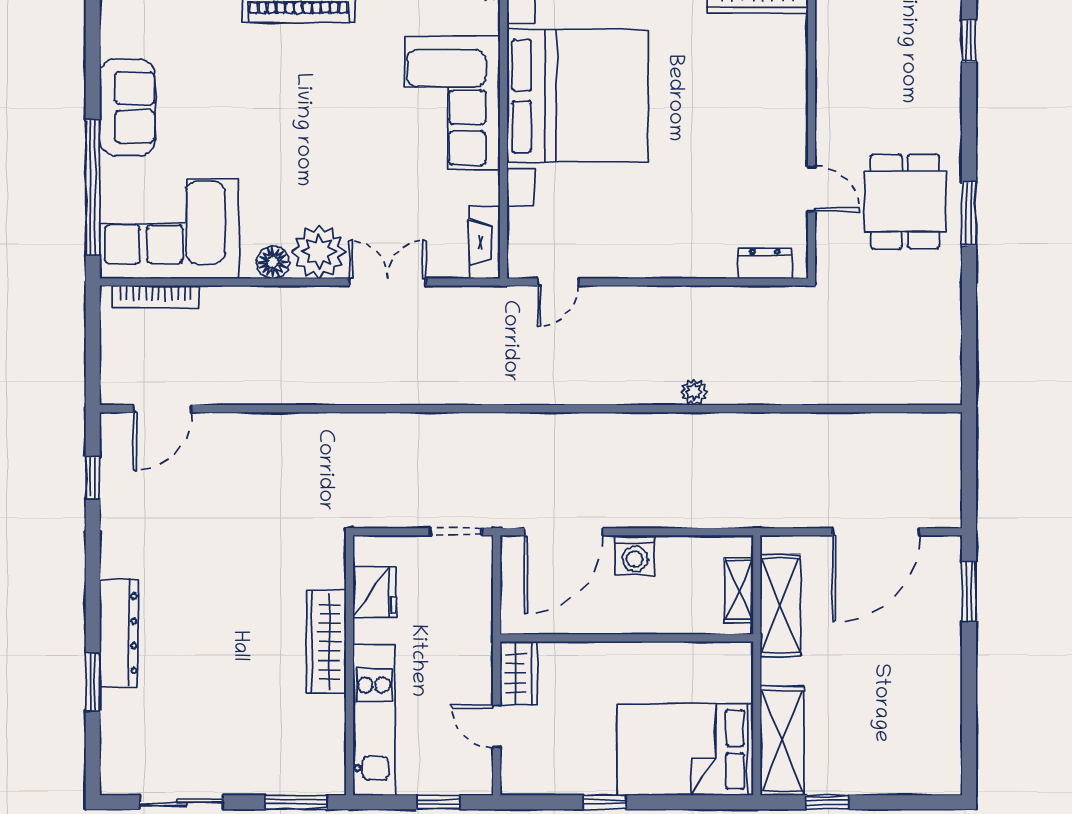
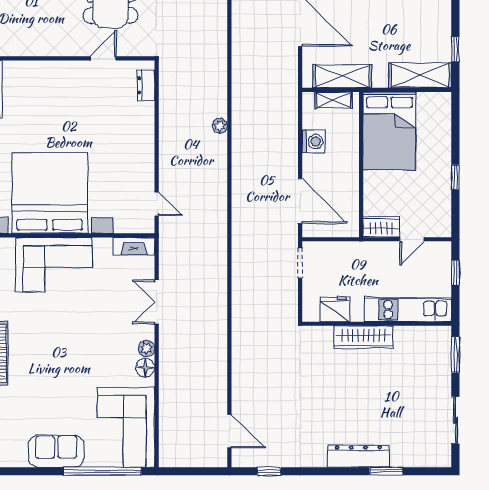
plant: (319, 252) -> (146, 349), width x0.53, depth x0.53
bookcase: (155, 296) -> (165, 435), removed
washing machine: (635, 555) -> (313, 142), moved
bed: (685, 750) -> (389, 131), moved

